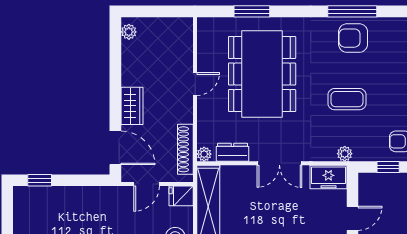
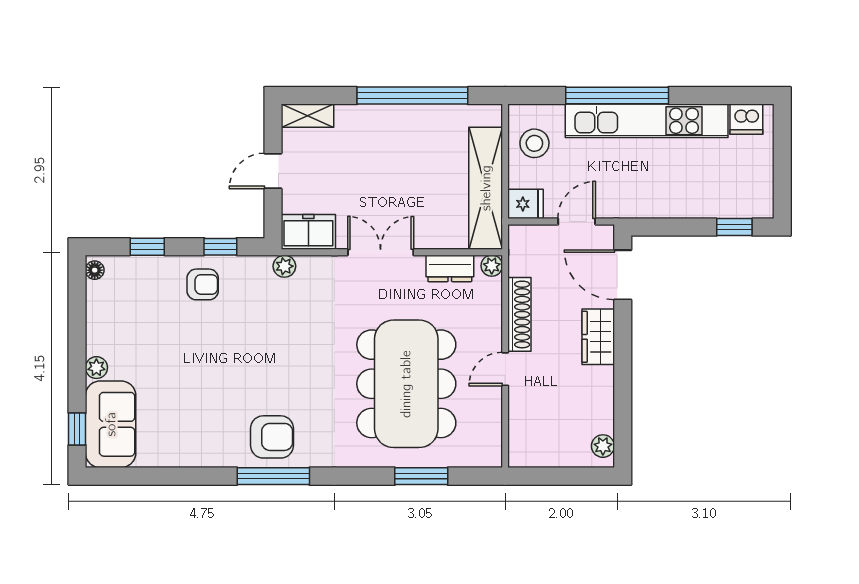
coffee table: (347, 99) -> (281, 347), removed
shoe rack: (185, 149) -> (519, 314), moved

